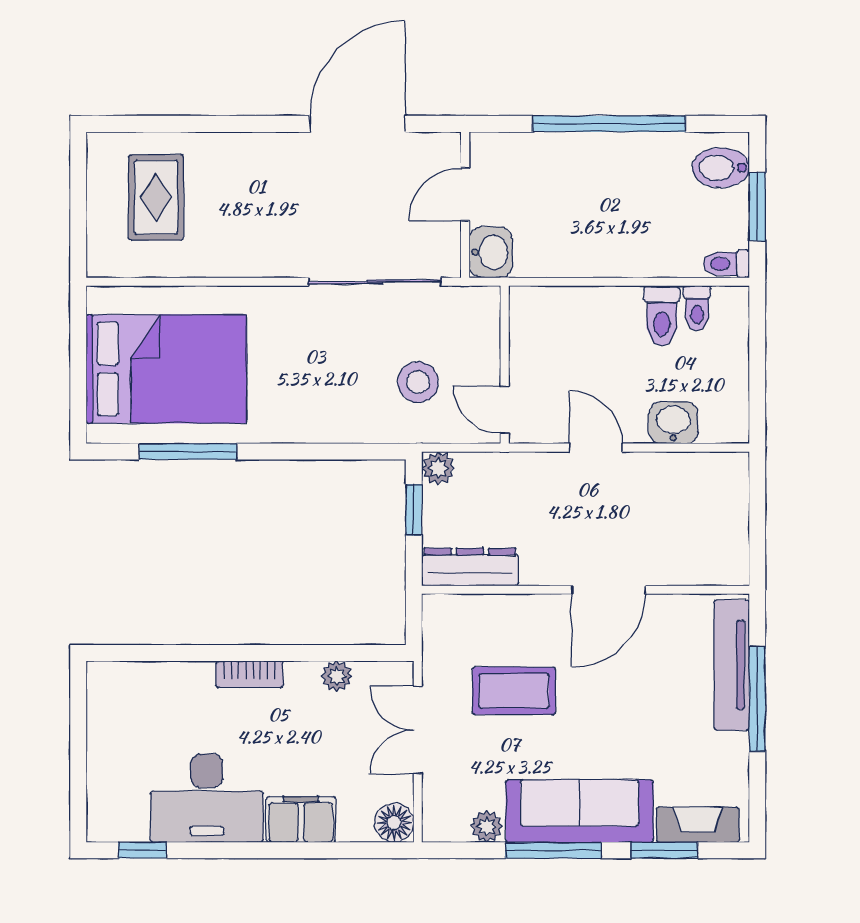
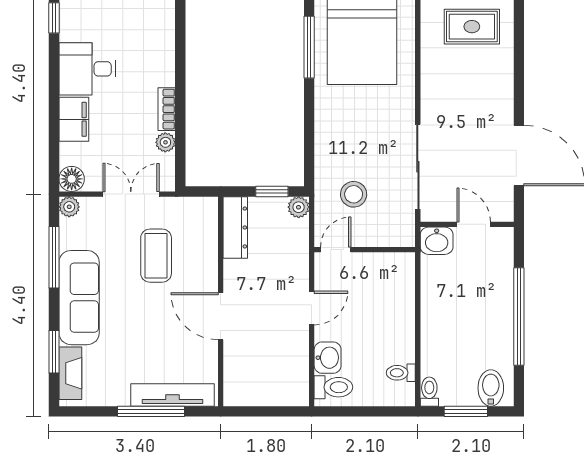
toilet: (662, 316) -> (333, 387), moved, turned 180
bookcase: (249, 674) -> (167, 109), moved
desk: (207, 798) -> (87, 69), width x0.73
plant: (487, 826) -> (69, 207), moved
window: (554, 850) -> (54, 257), moved

